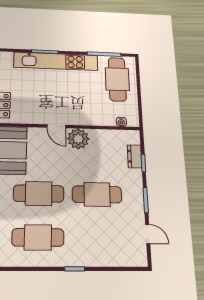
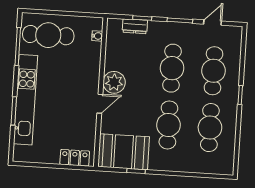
cafe table: (98, 238) -> (214, 71), added

